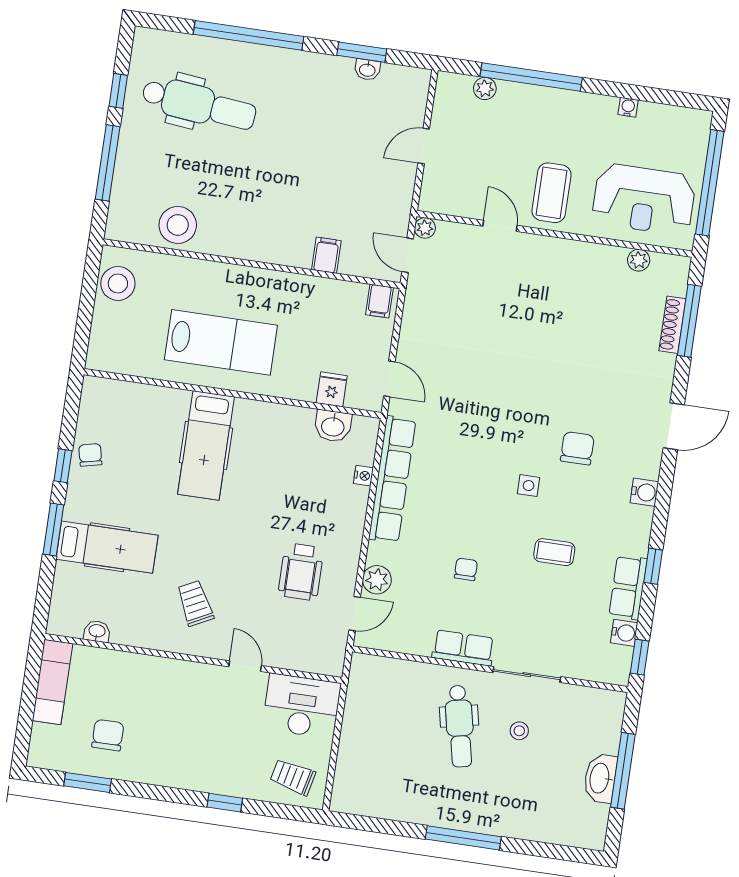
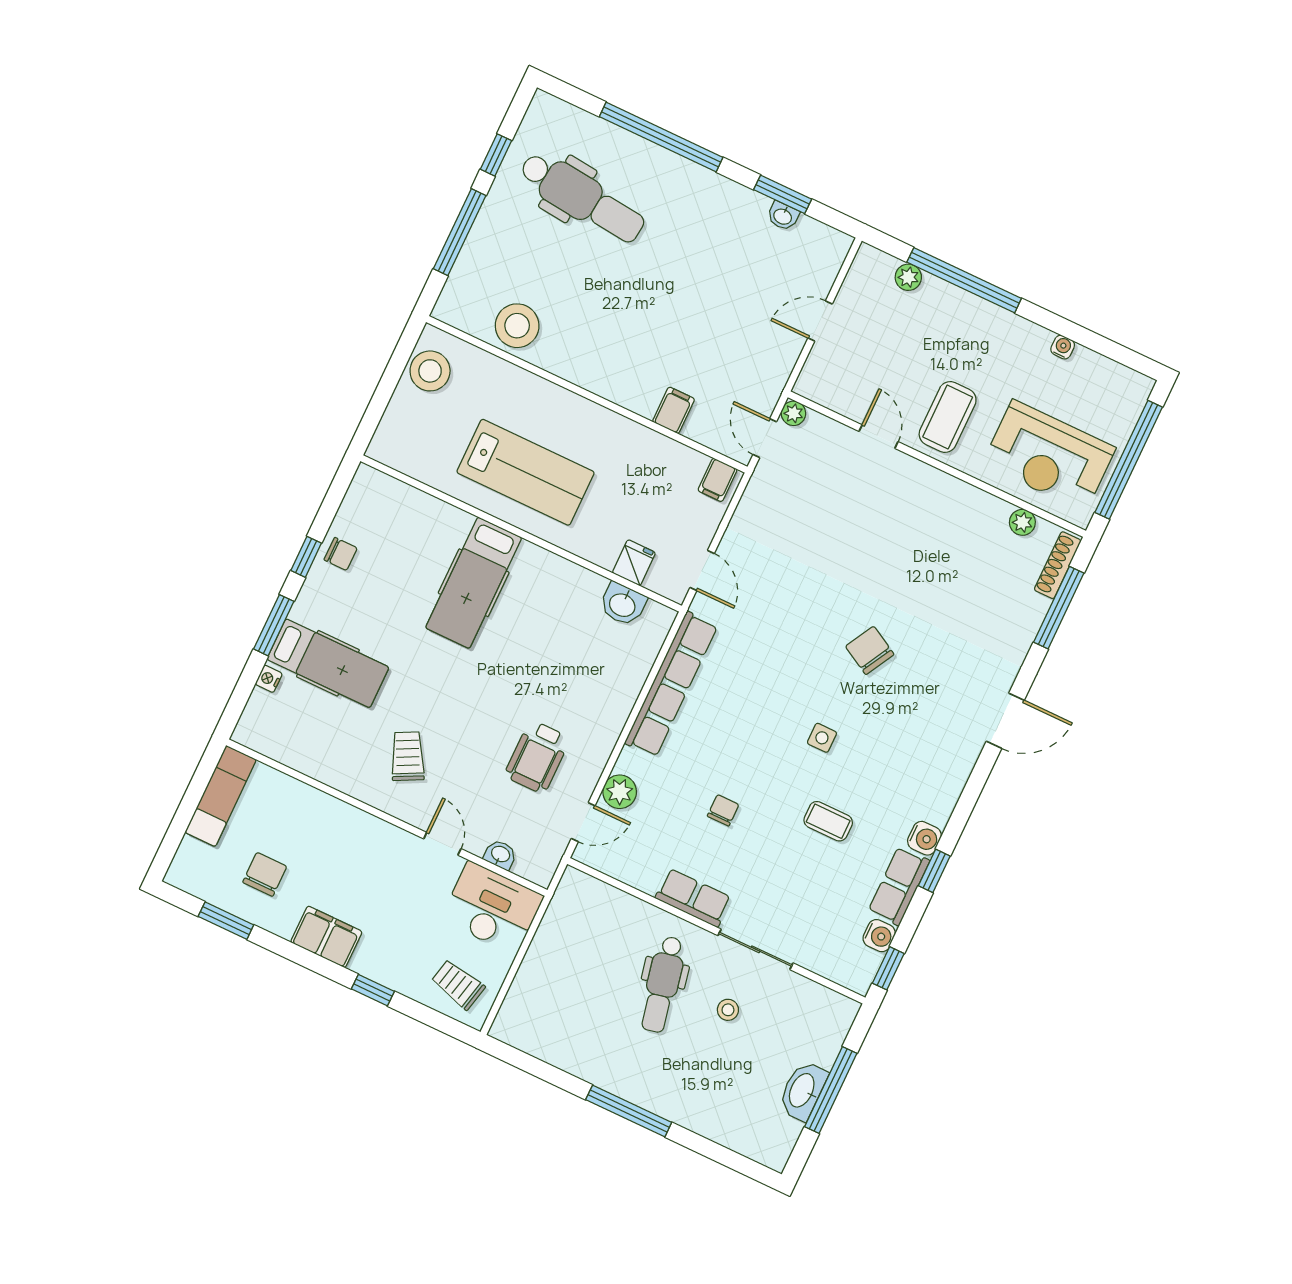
shoe rack: (672, 325) -> (1058, 565), moved
chair: (577, 448) -> (870, 650), moved, turned -61
chair: (90, 455) -> (341, 554), turned 103
nightstand: (363, 476) -> (269, 679), moved, turned 180
water cooler: (644, 492) -> (924, 838), moved
washbasin: (97, 631) -> (500, 855), moved
filing cabinet: (174, 771) -> (326, 937), added

